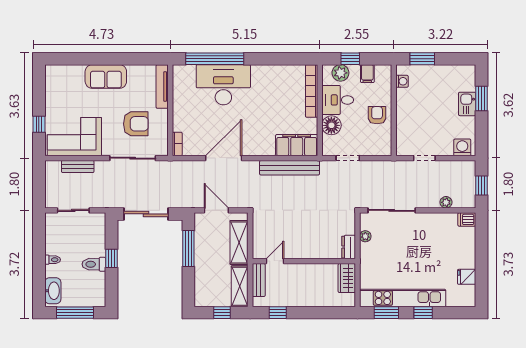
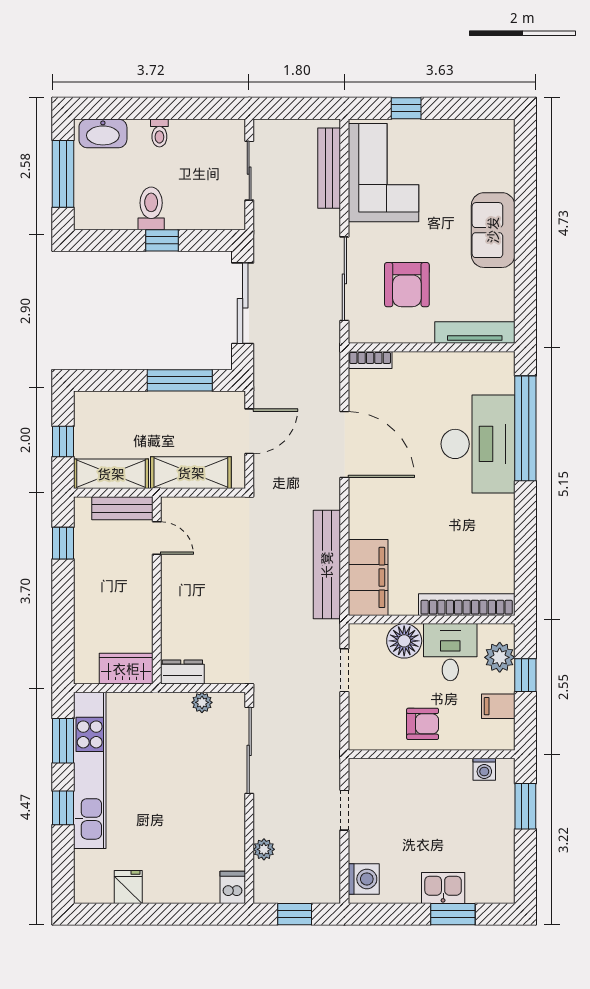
bench: (78, 166) -> (329, 168), width x1.36

